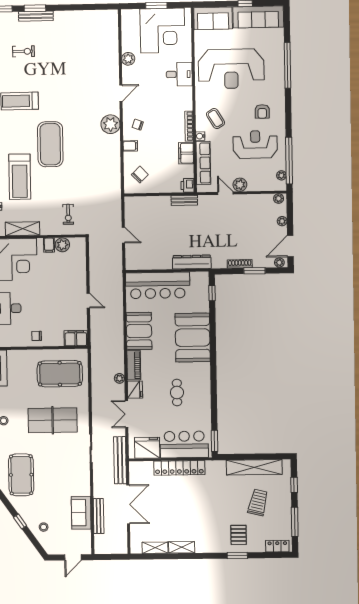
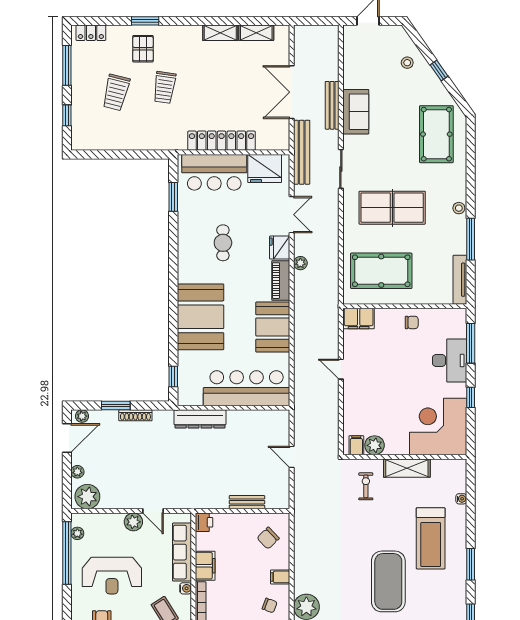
treadmill: (20, 177) -> (431, 538), turned 180
plant: (279, 198) -> (87, 497), width x1.88, depth x1.88
bench: (184, 200) -> (247, 502), moved
shelving: (23, 229) -> (407, 468), moved
filing cabinet: (49, 245) -> (356, 445), moved
window: (215, 441) -> (173, 197), moved
shelving: (254, 467) -> (120, 140), removed
trolley: (222, 507) -> (164, 87), added
sofa: (81, 513) -> (356, 112), moved
bench: (99, 516) -> (332, 105), moved

